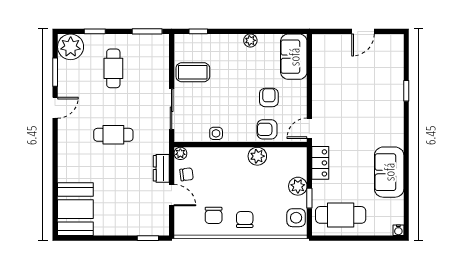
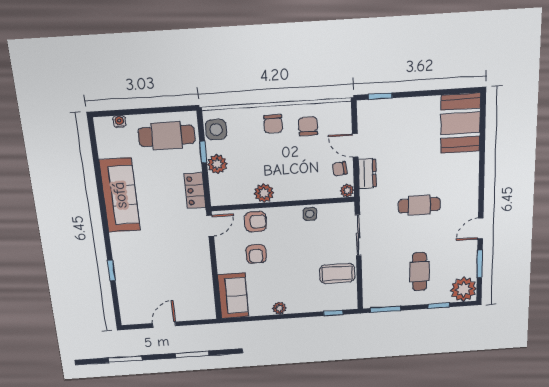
sofa: (389, 172) -> (120, 195), width x1.36
water cooler: (398, 230) -> (119, 122), moved

